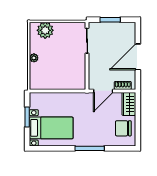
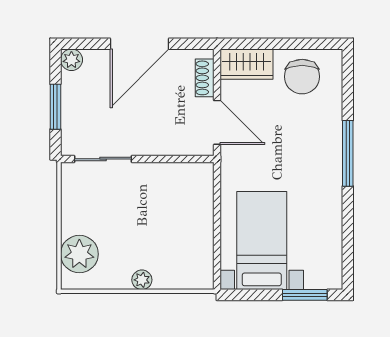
plant: (131, 27) -> (71, 60), added
door: (138, 57) -> (140, 44), hinge flipped
window: (27, 117) -> (305, 295), moved
bed with nightstands: (51, 128) -> (262, 240), moved

